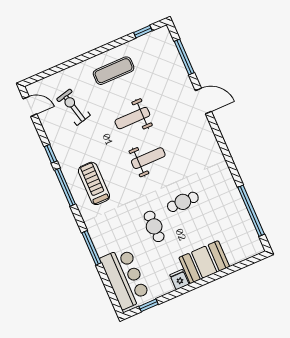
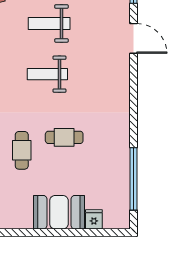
weight bench: (148, 158) -> (47, 74), turned 180
fridge: (179, 280) -> (94, 219), moved

